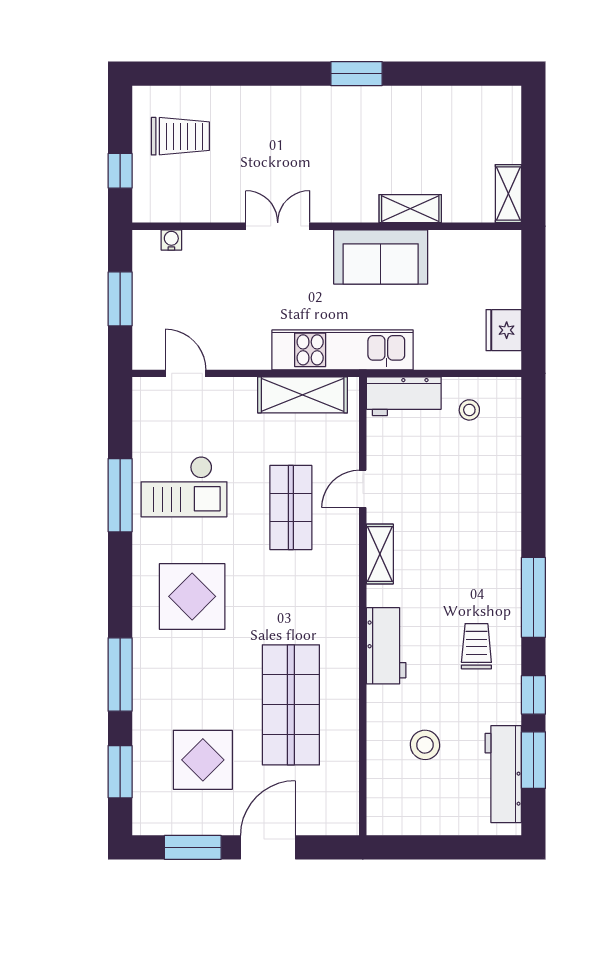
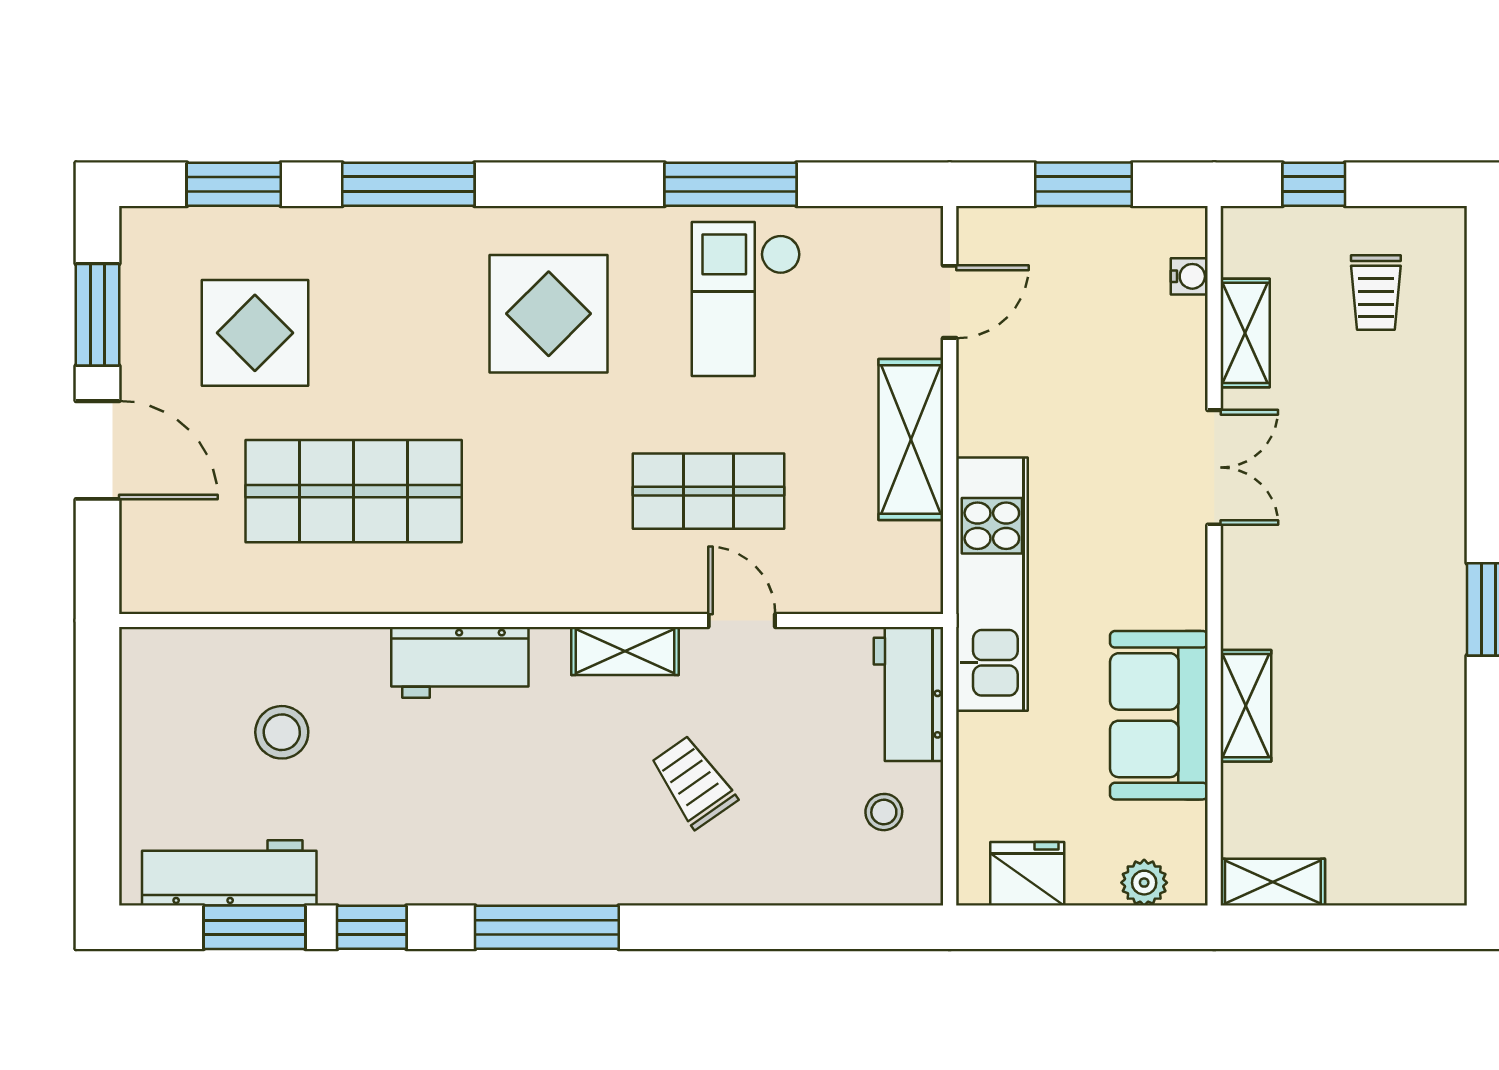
trolley: (180, 136) -> (1376, 292), width x0.73, depth x0.72
shelving: (203, 209) -> (1245, 333), added
sofa: (381, 257) -> (1159, 715), moved
plant: (509, 265) -> (1144, 883), added
shelving: (303, 395) -> (911, 439), moved
trolley: (476, 646) -> (693, 782), moved, turned -125

